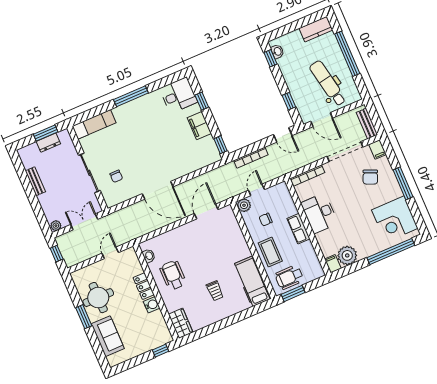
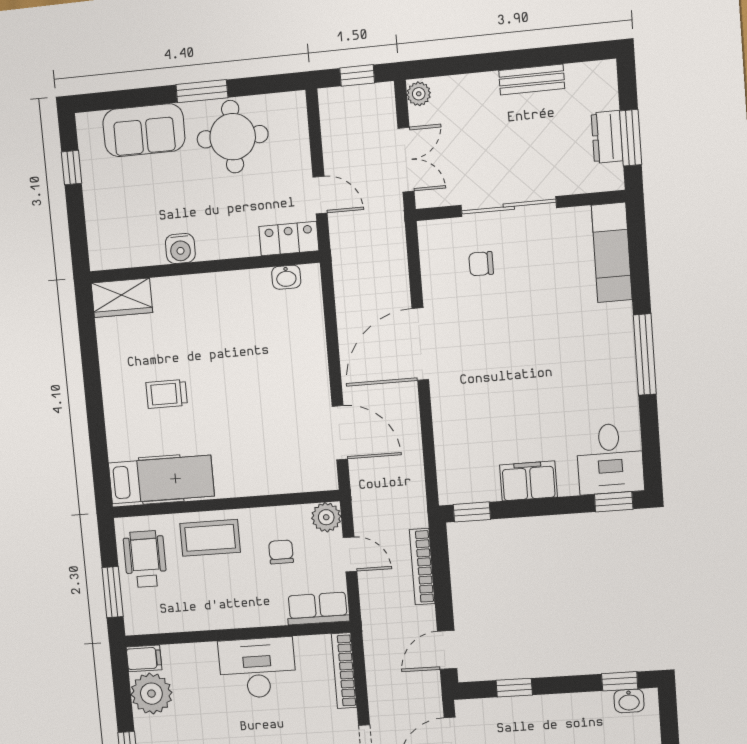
window: (202, 101) -> (614, 502), moved
row of seats: (299, 229) -> (318, 608), moved
wheelchair: (173, 275) -> (228, 315), removed
locker: (144, 286) -> (289, 239), moved
window: (293, 293) -> (113, 592), moved
window: (161, 351) -> (71, 168), moved

